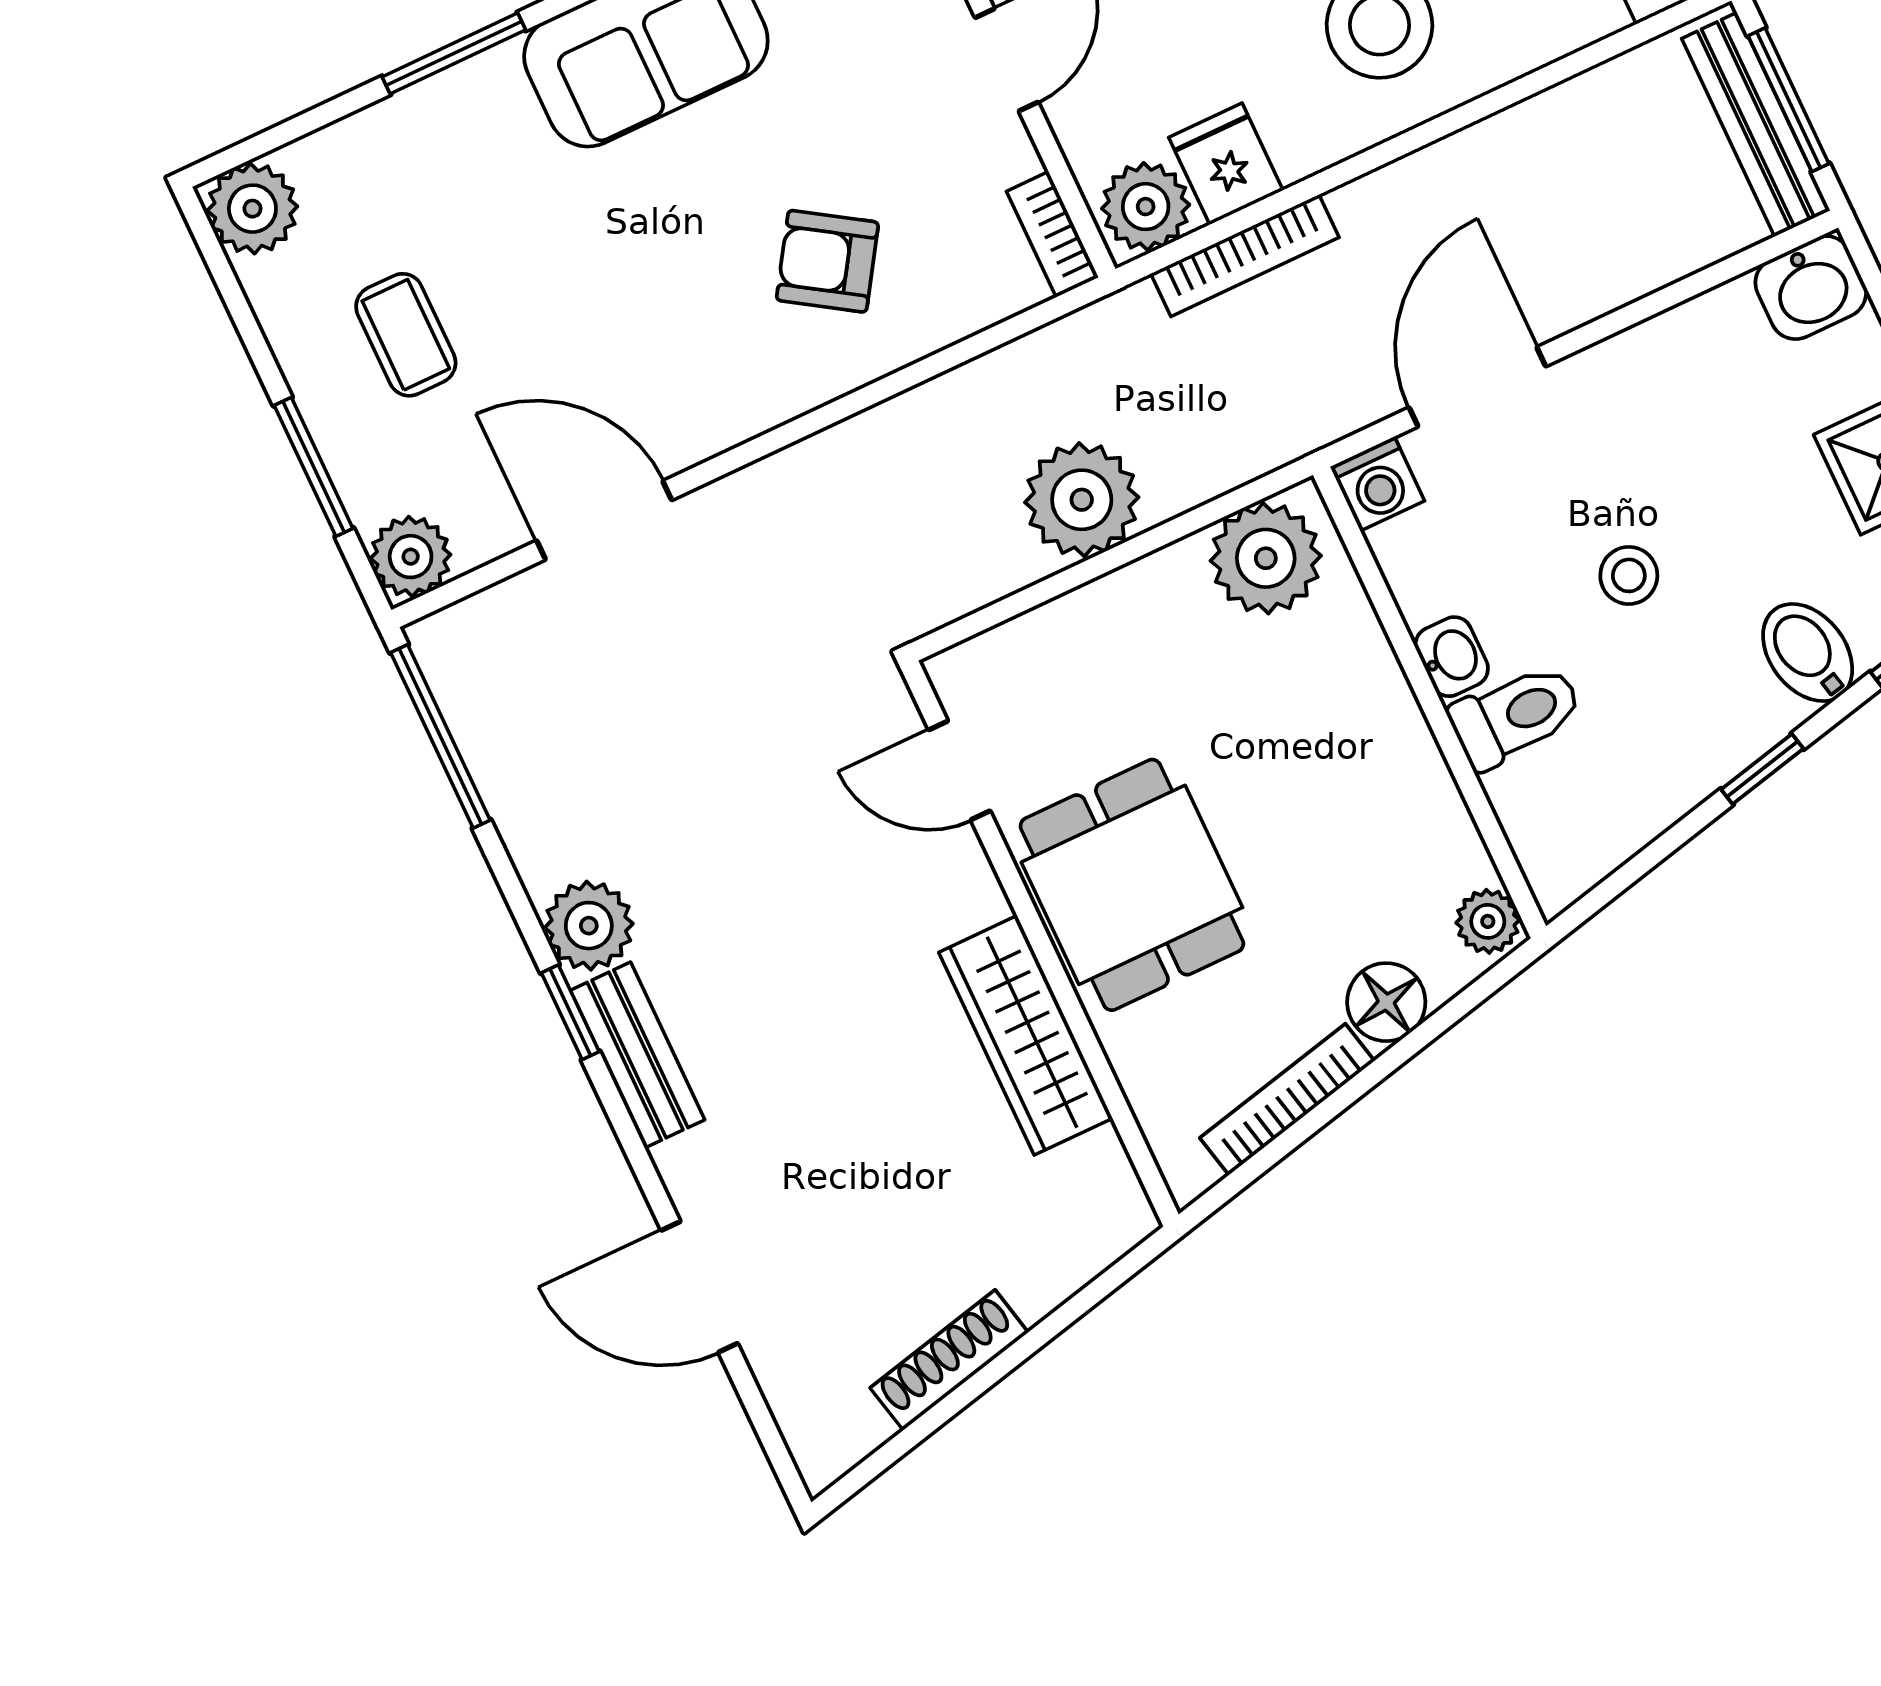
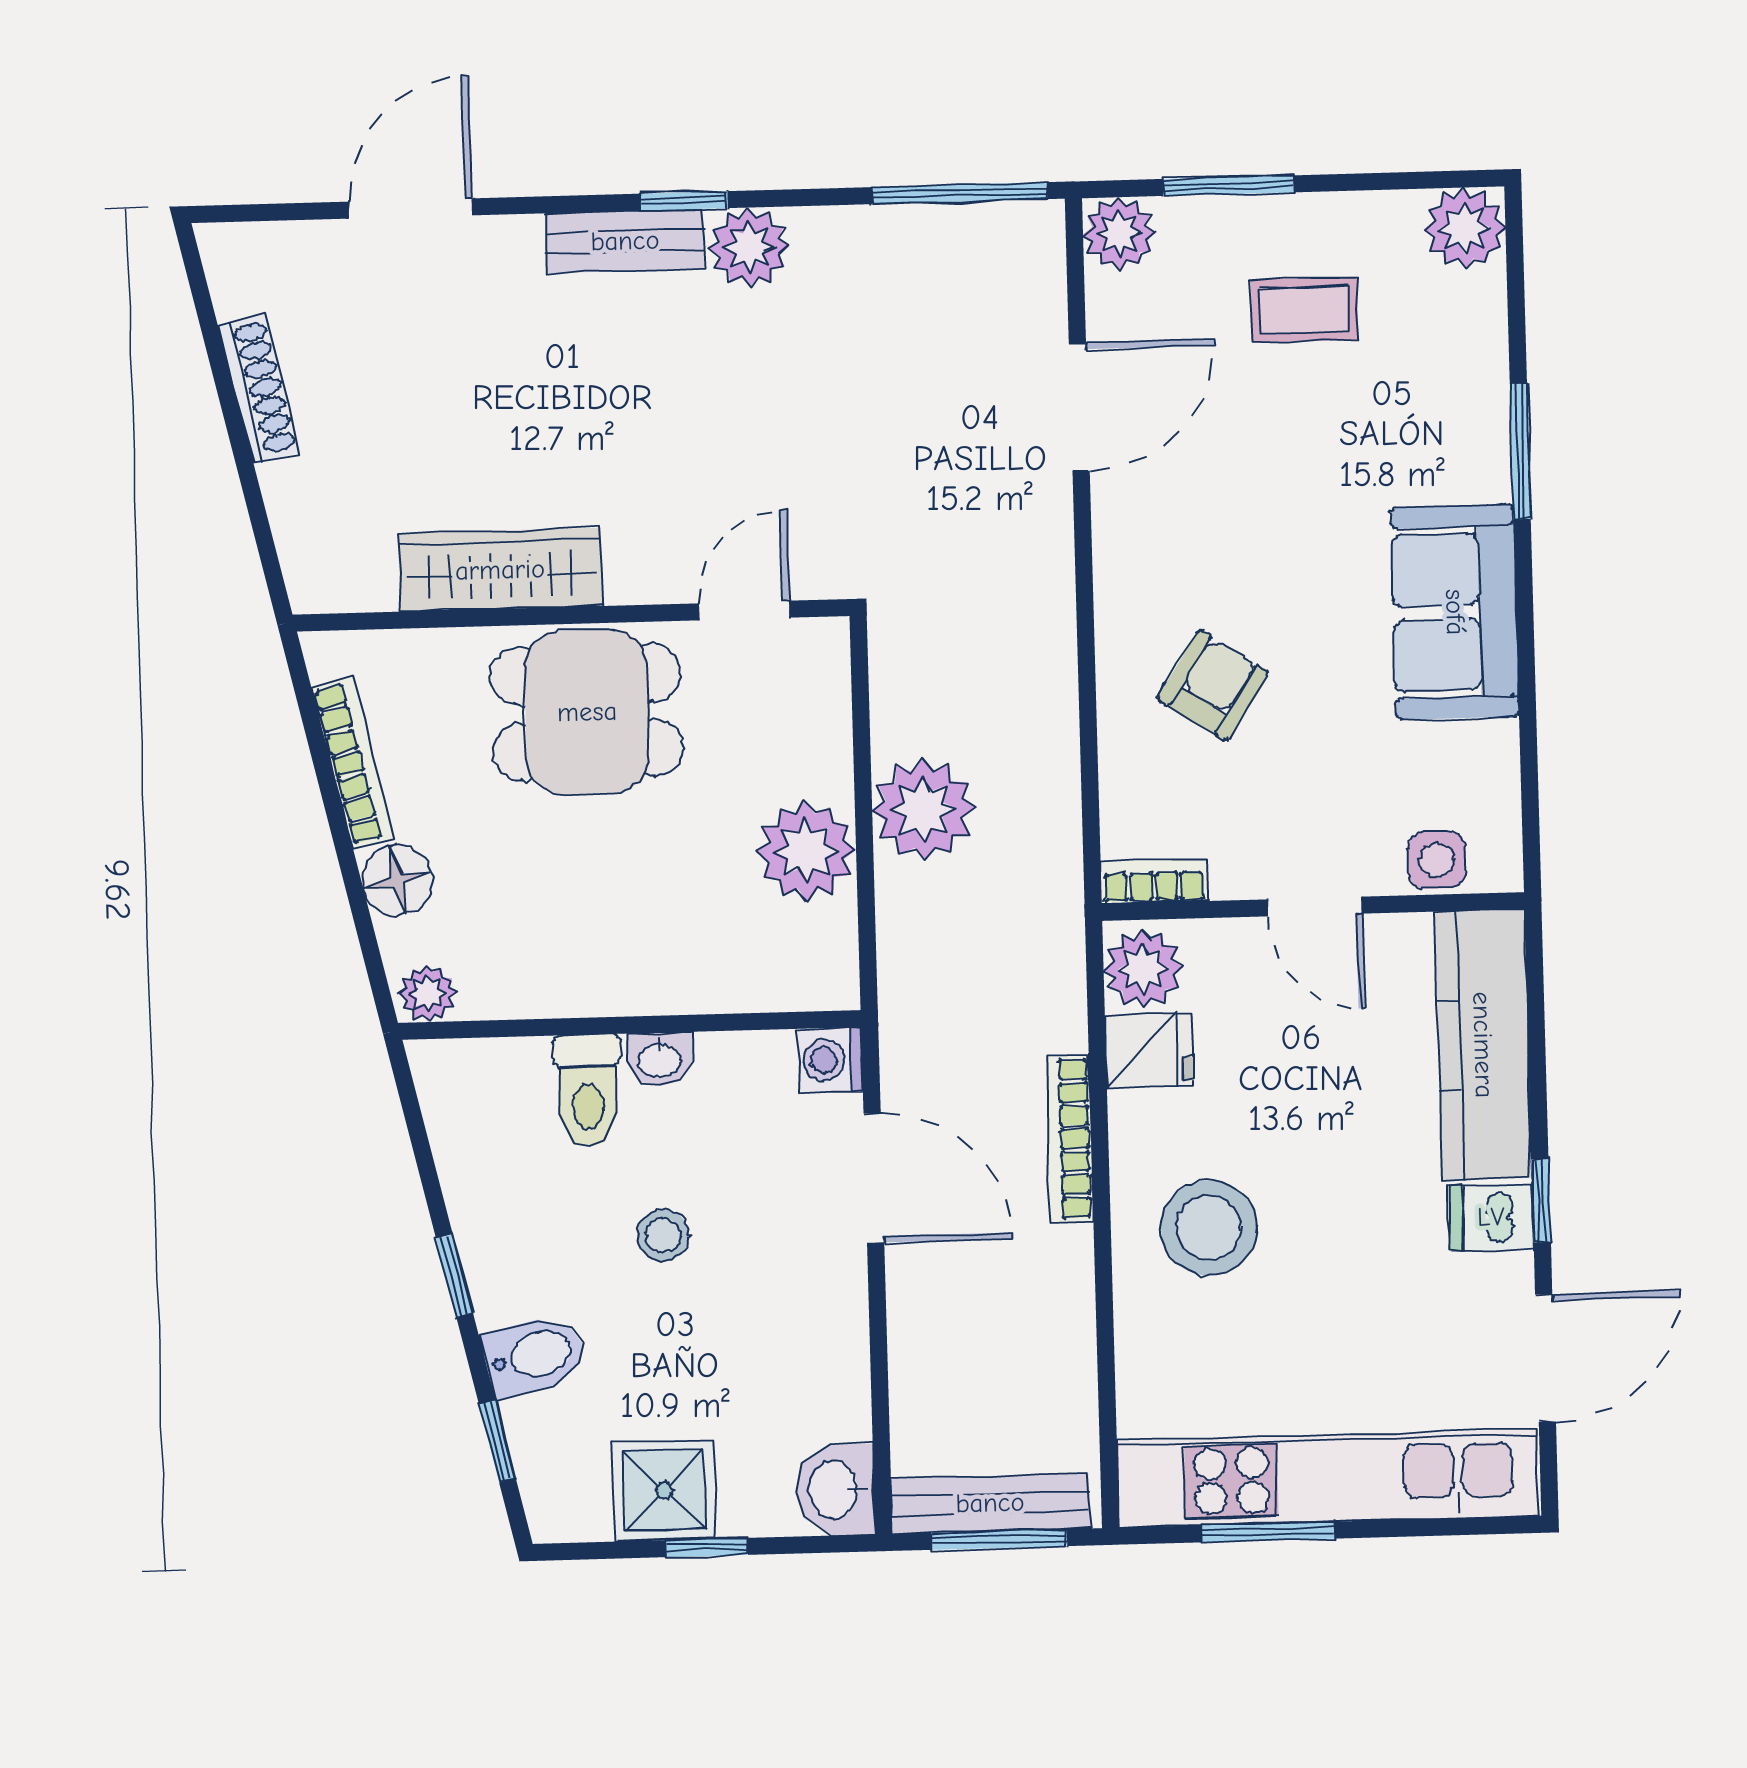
bookcase: (1245, 256) -> (1070, 1139), moved
plant: (1266, 558) -> (806, 851), moved

